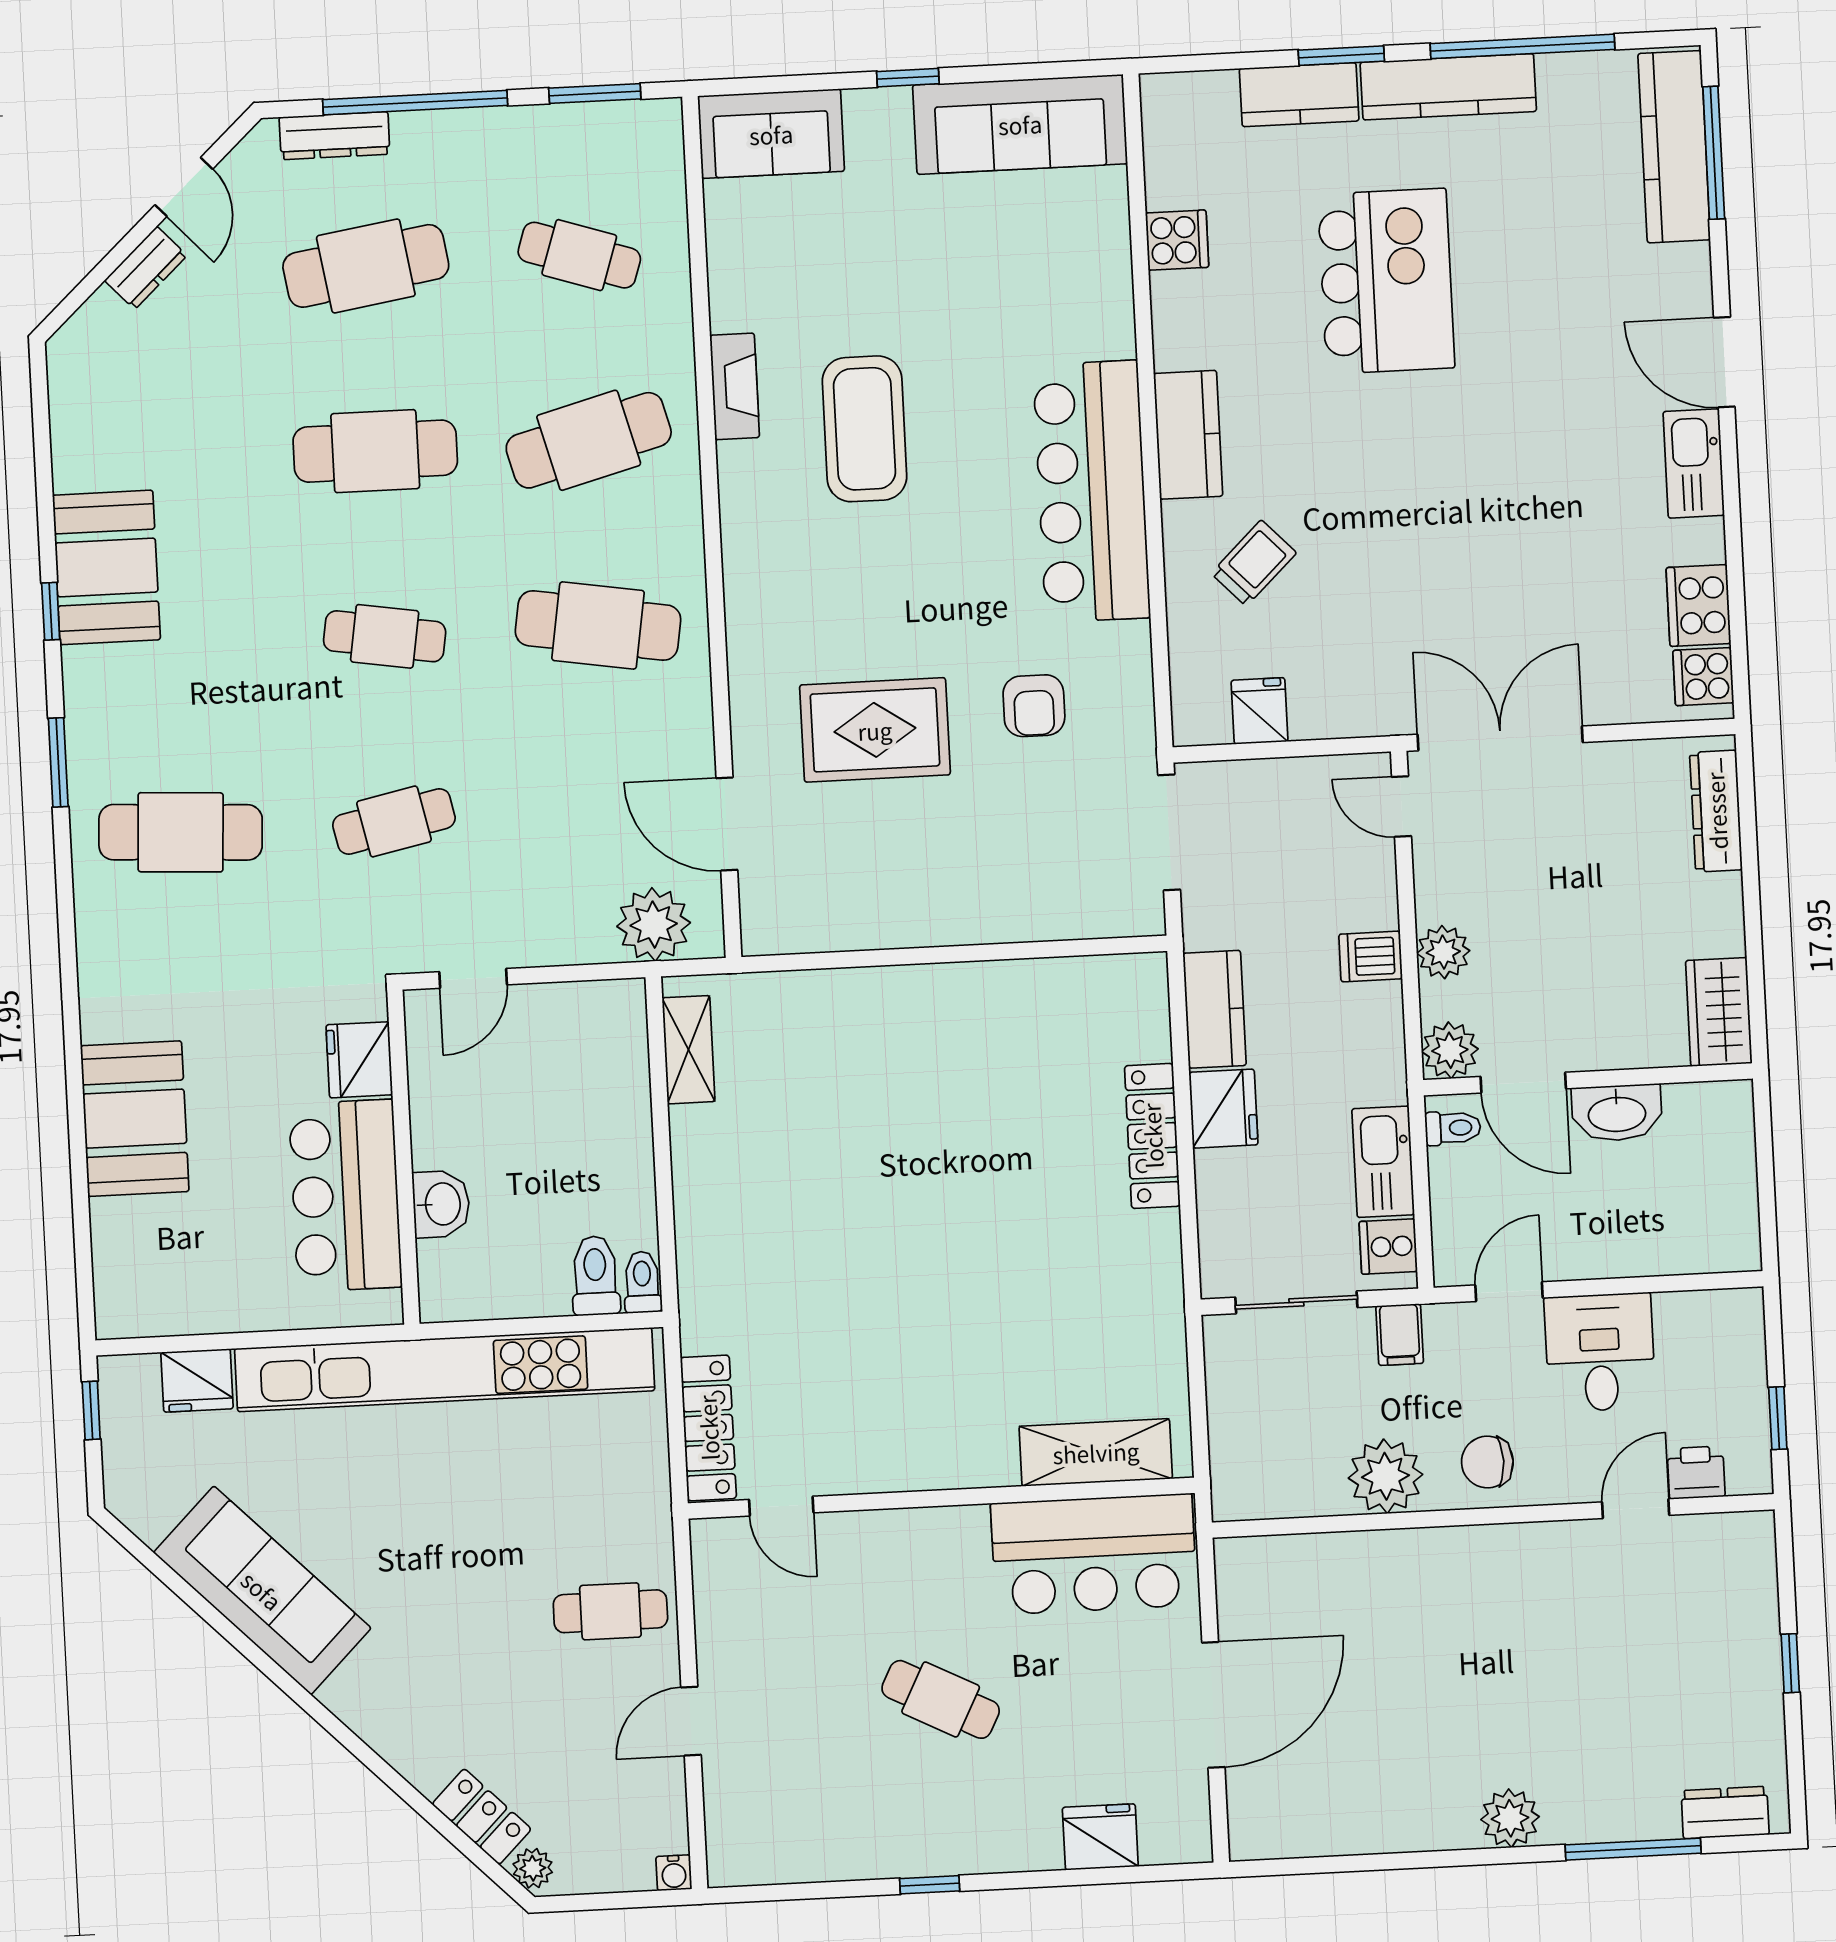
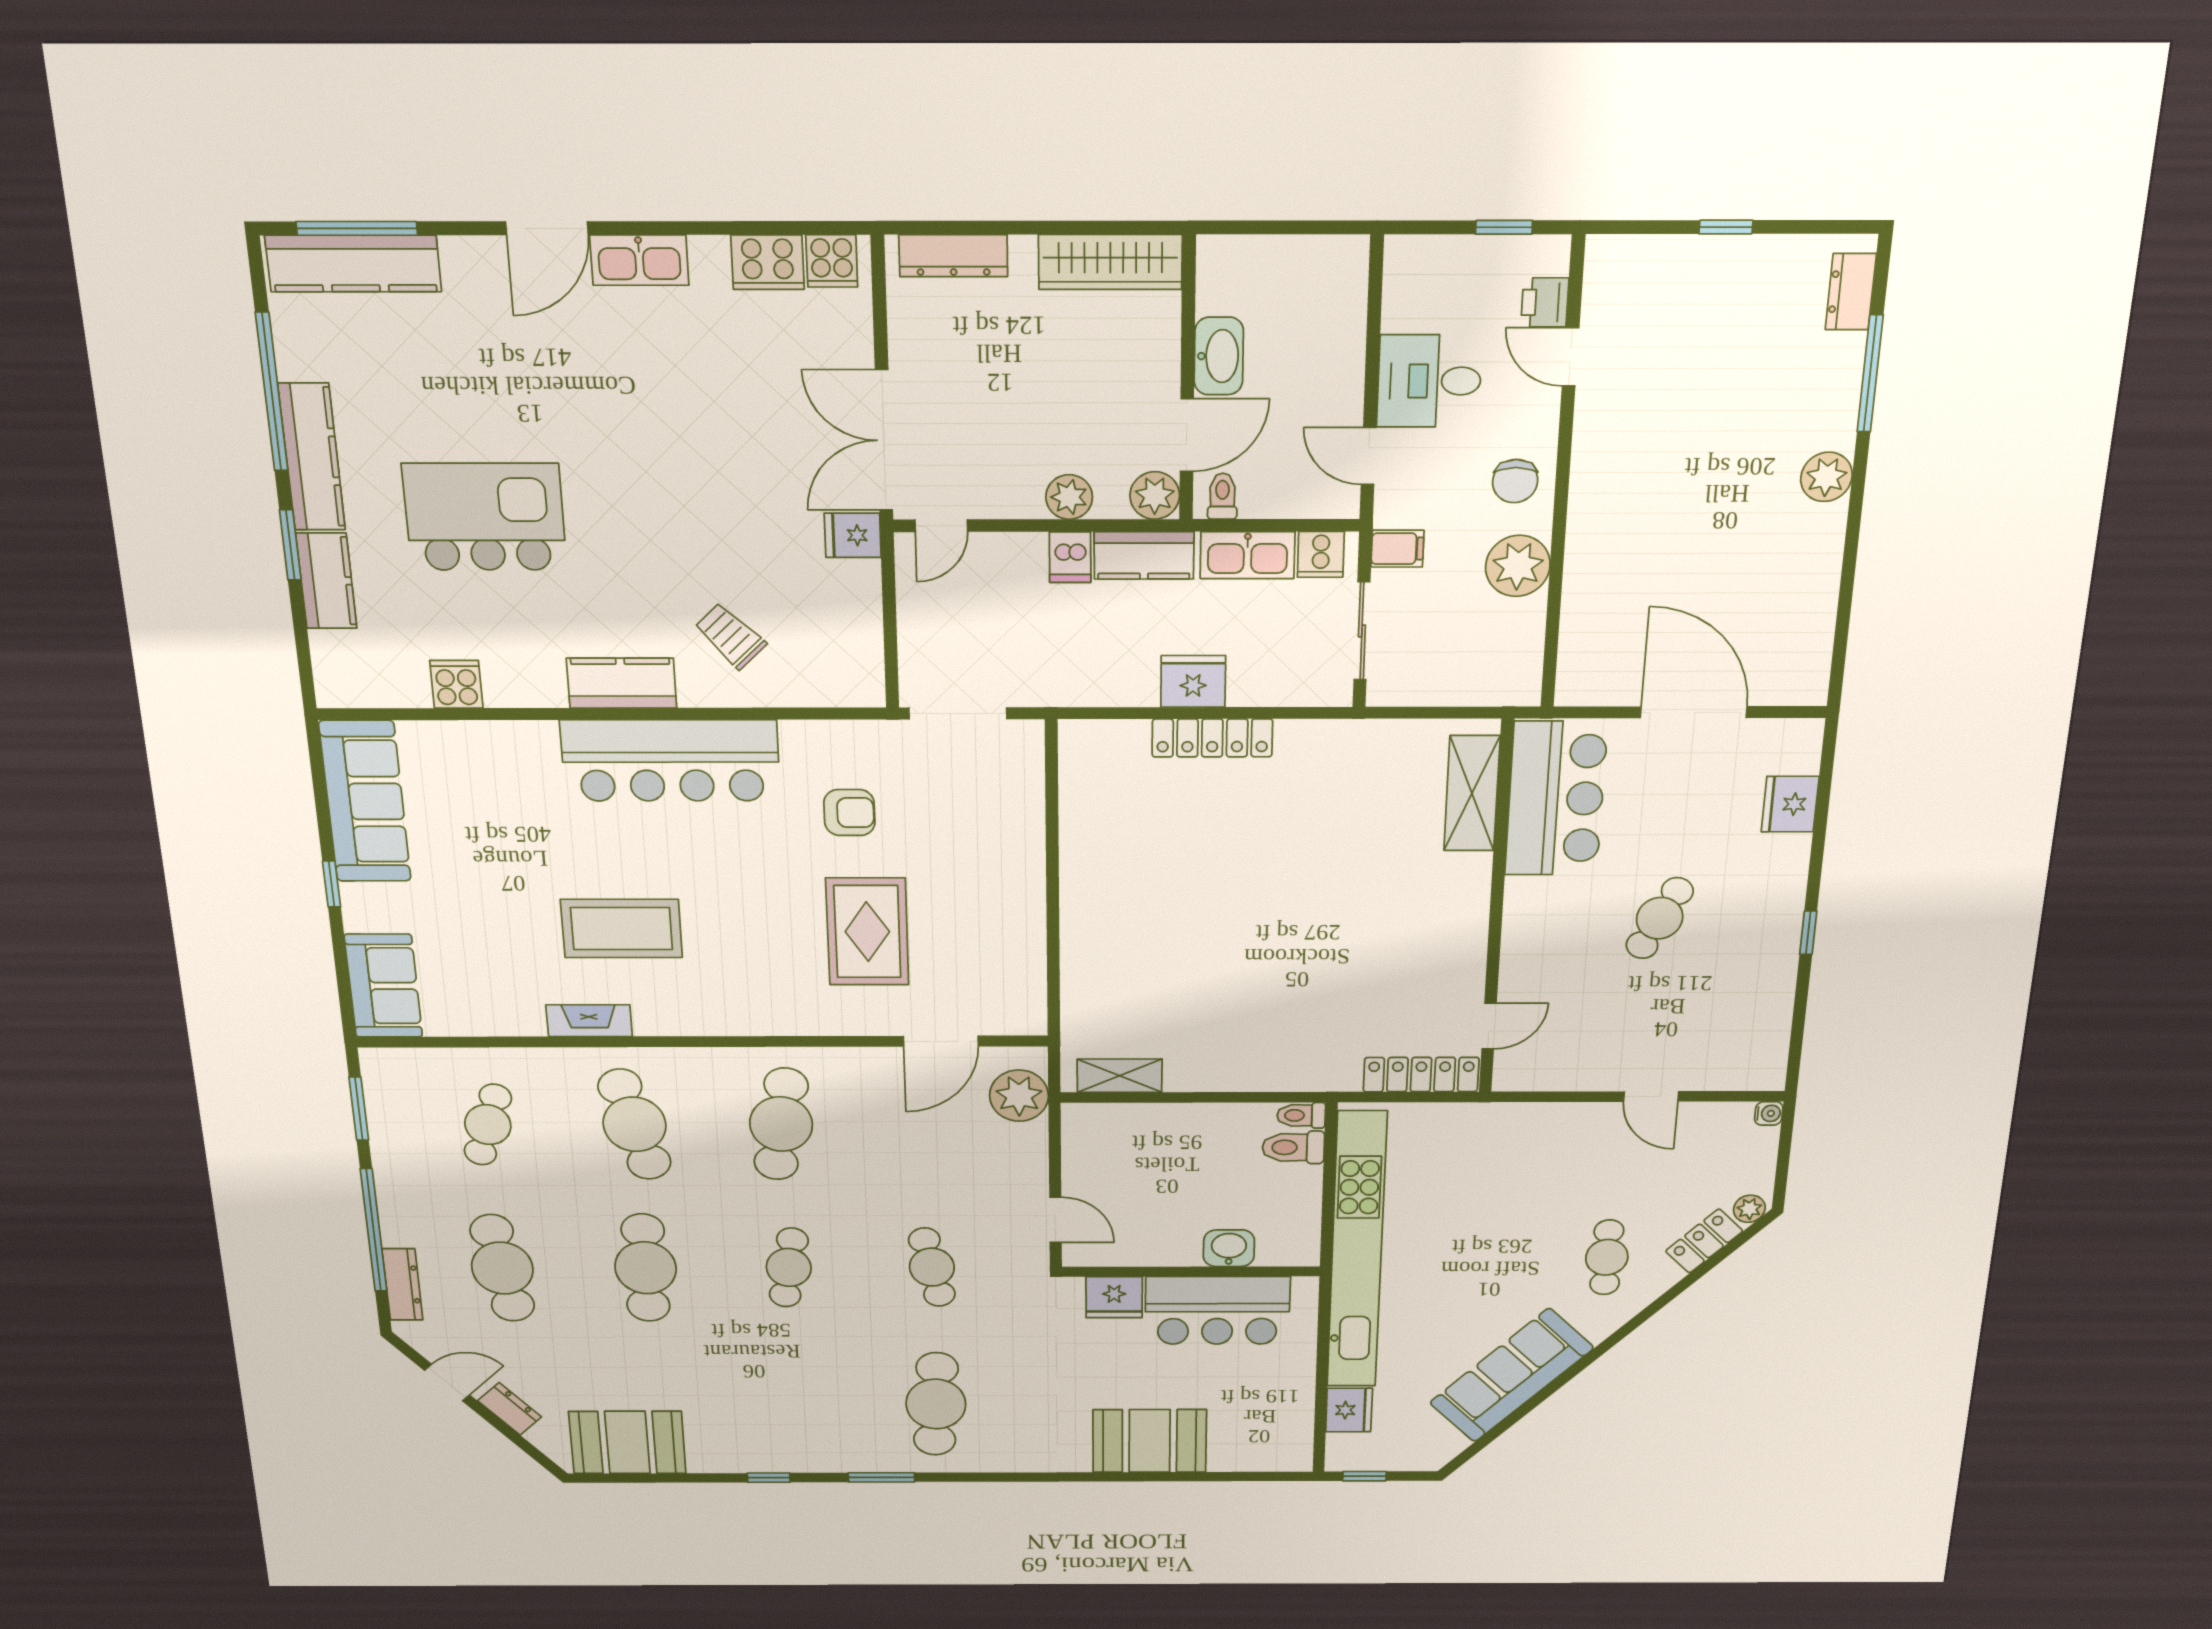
booth: (106, 567) -> (627, 1442), moved
fridge: (1259, 711) -> (853, 535), moved
kitchen counter: (1215, 1009) -> (1144, 555), moved, turned 180
wardrobe: (1719, 1012) -> (1110, 262), width x1.50
cafe table: (610, 1611) -> (1607, 1257), moved

